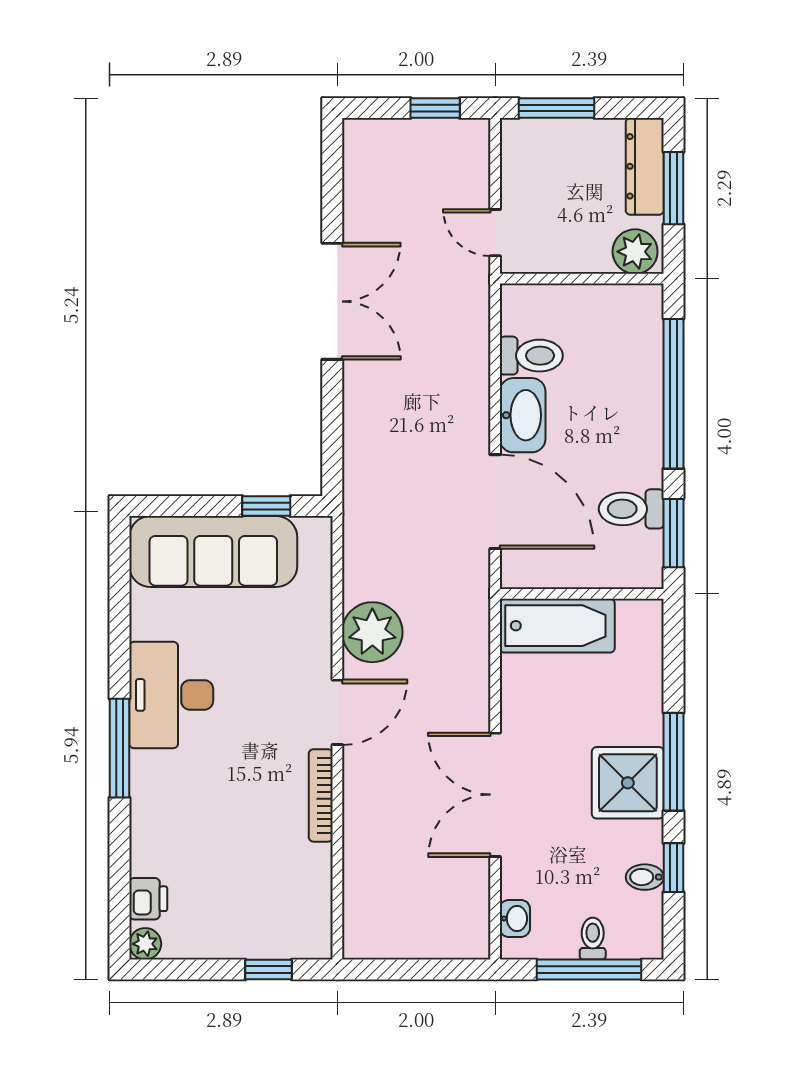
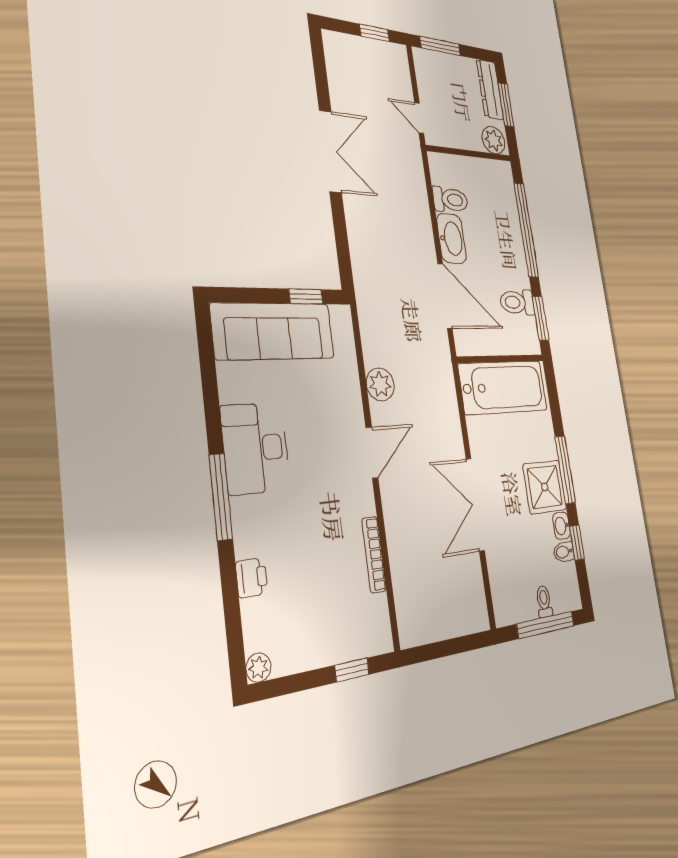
bathtub: (557, 626) -> (503, 387), width x1.36, depth x1.36
plant: (372, 632) -> (380, 384), width x0.73, depth x0.73
bookcase: (321, 795) -> (374, 555), moved
printer: (148, 899) -> (252, 578), moved
washbasin: (515, 918) -> (562, 526), moved, turned 180

